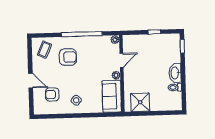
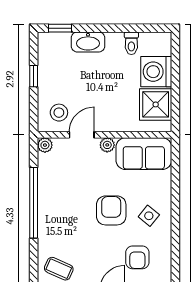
stool: (134, 47) -> (59, 113), added
armchair: (68, 57) -> (111, 210), moved
door: (122, 60) -> (82, 135), hinge flipped
washbasin: (175, 73) -> (88, 42), moved
washing machine: (159, 102) -> (156, 72), added

